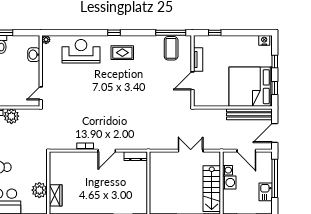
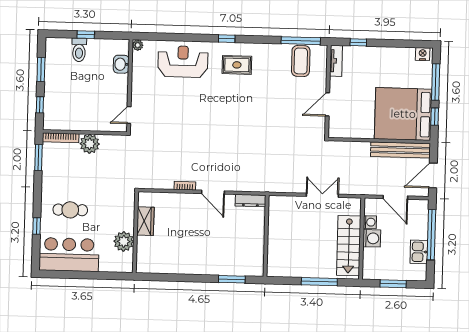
tv unit: (198, 60) -> (336, 61), moved
window: (275, 62) -> (436, 82), width x2.17
door: (107, 151) -> (213, 192), hinge flipped
wardrobe: (56, 195) -> (145, 221), moved

